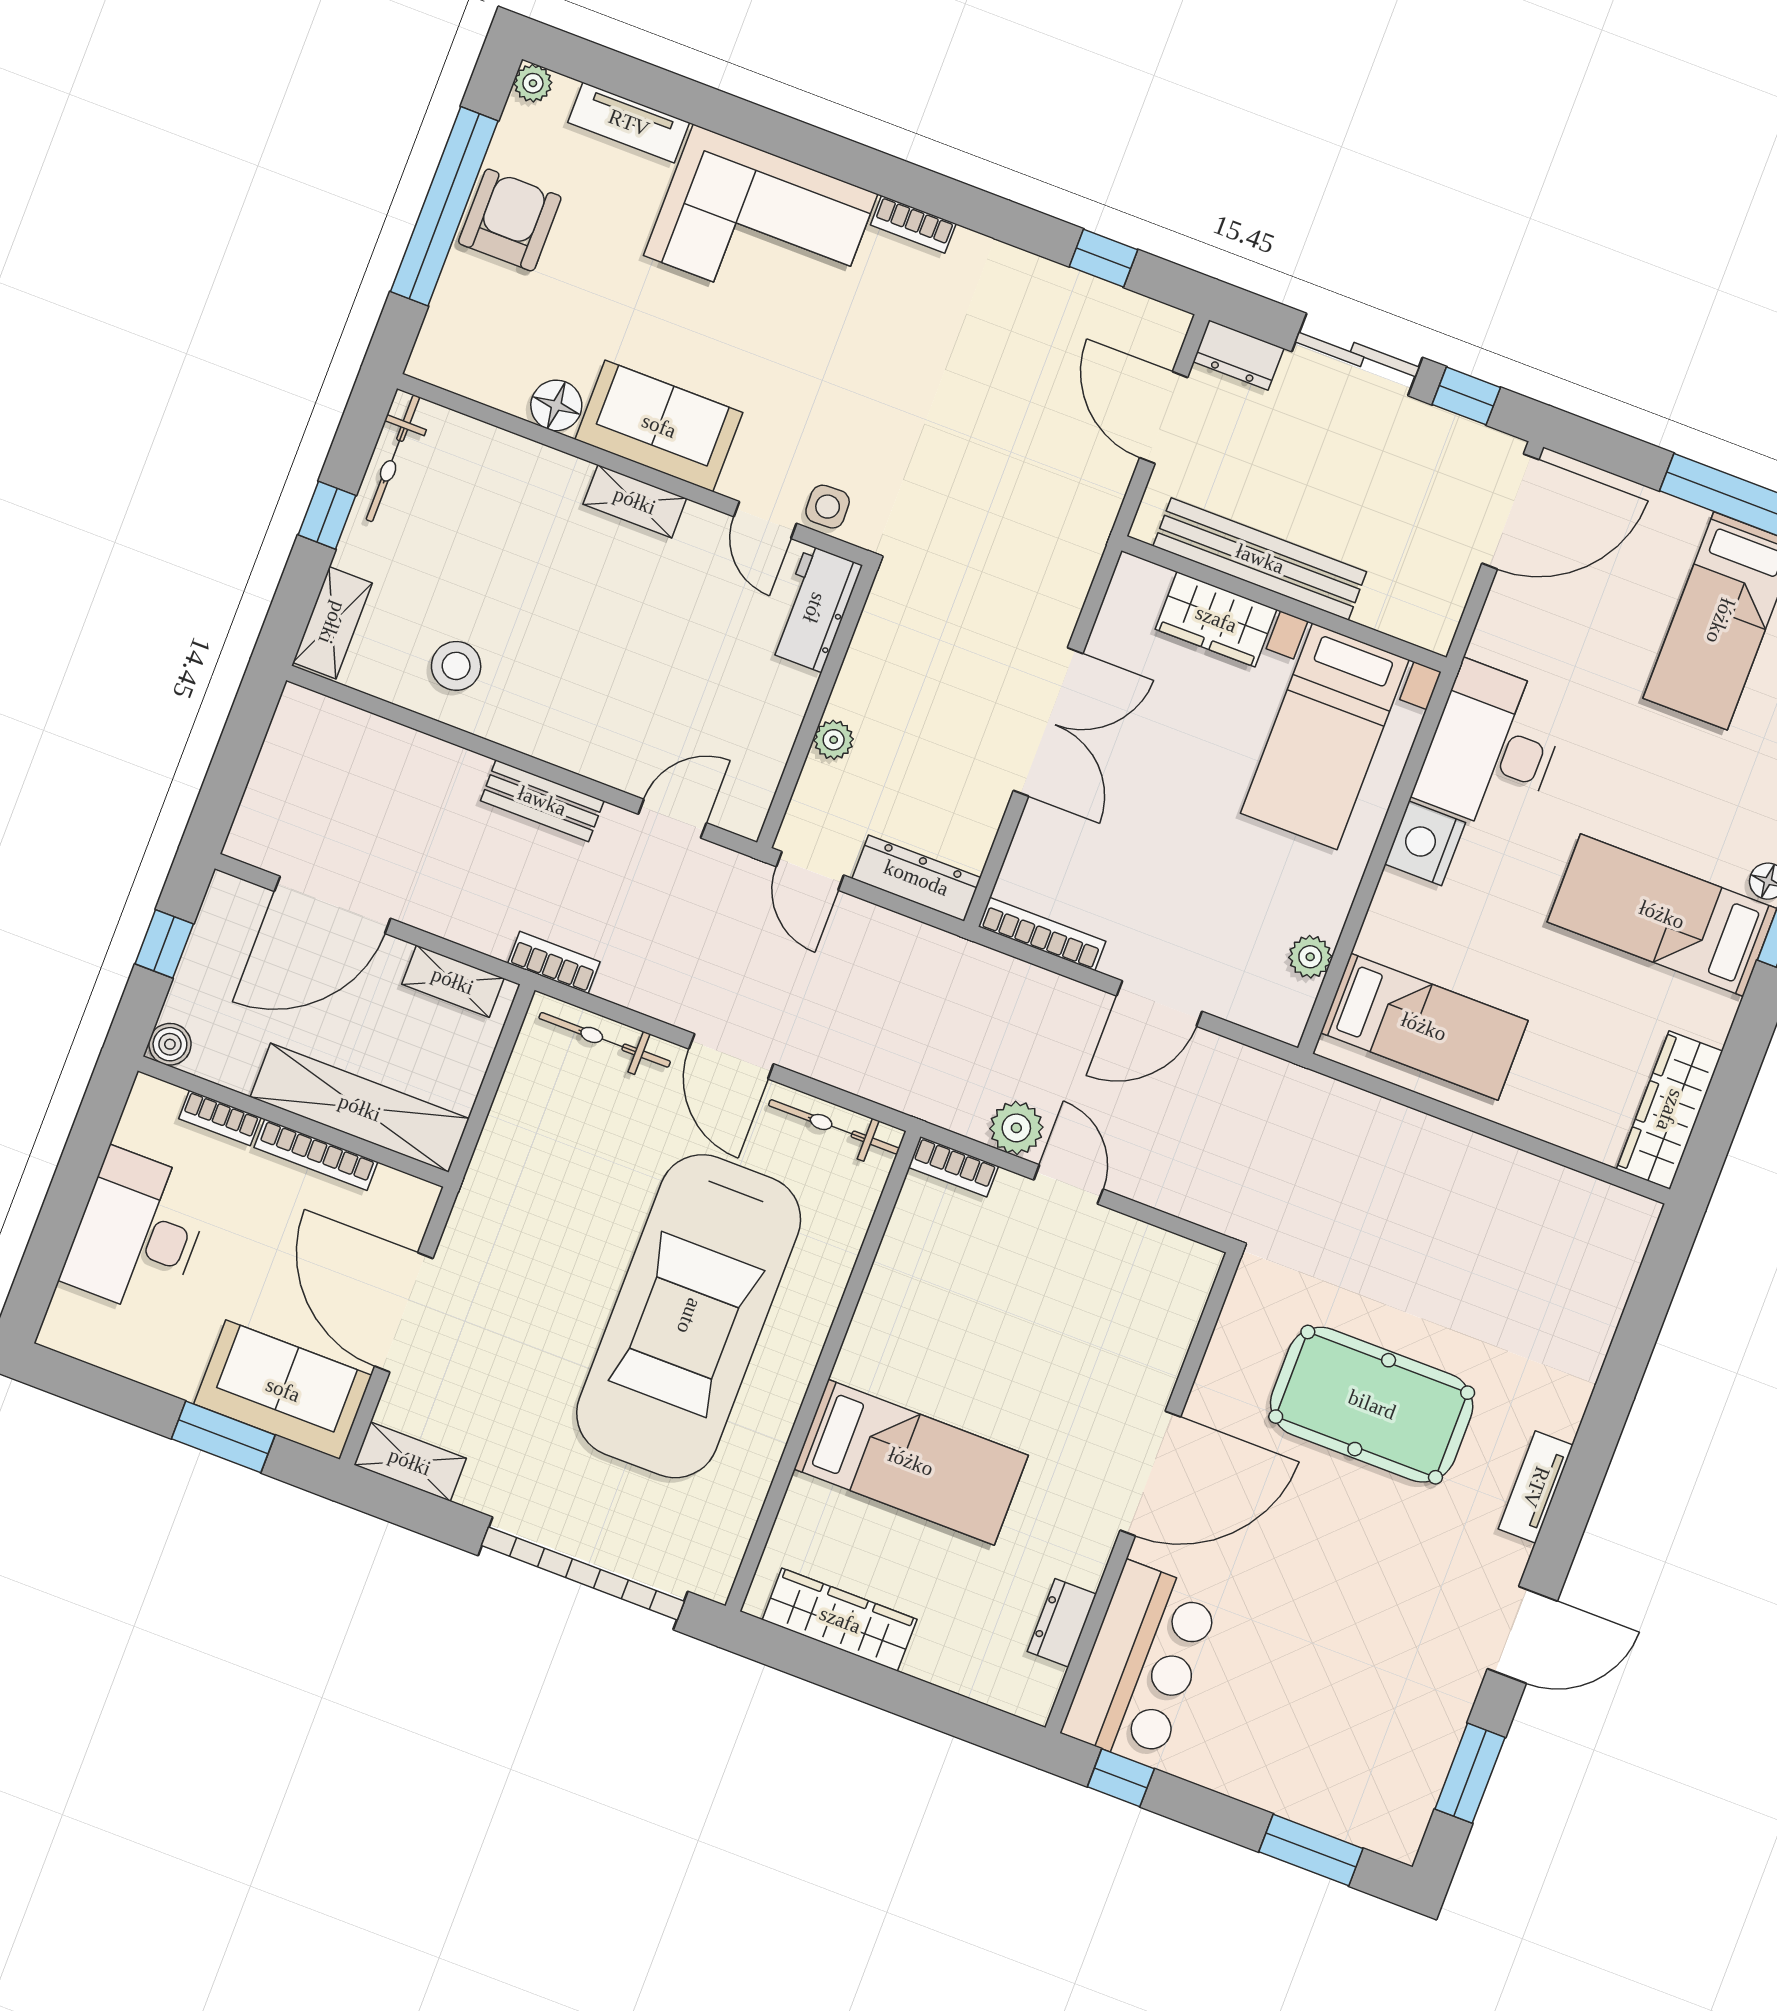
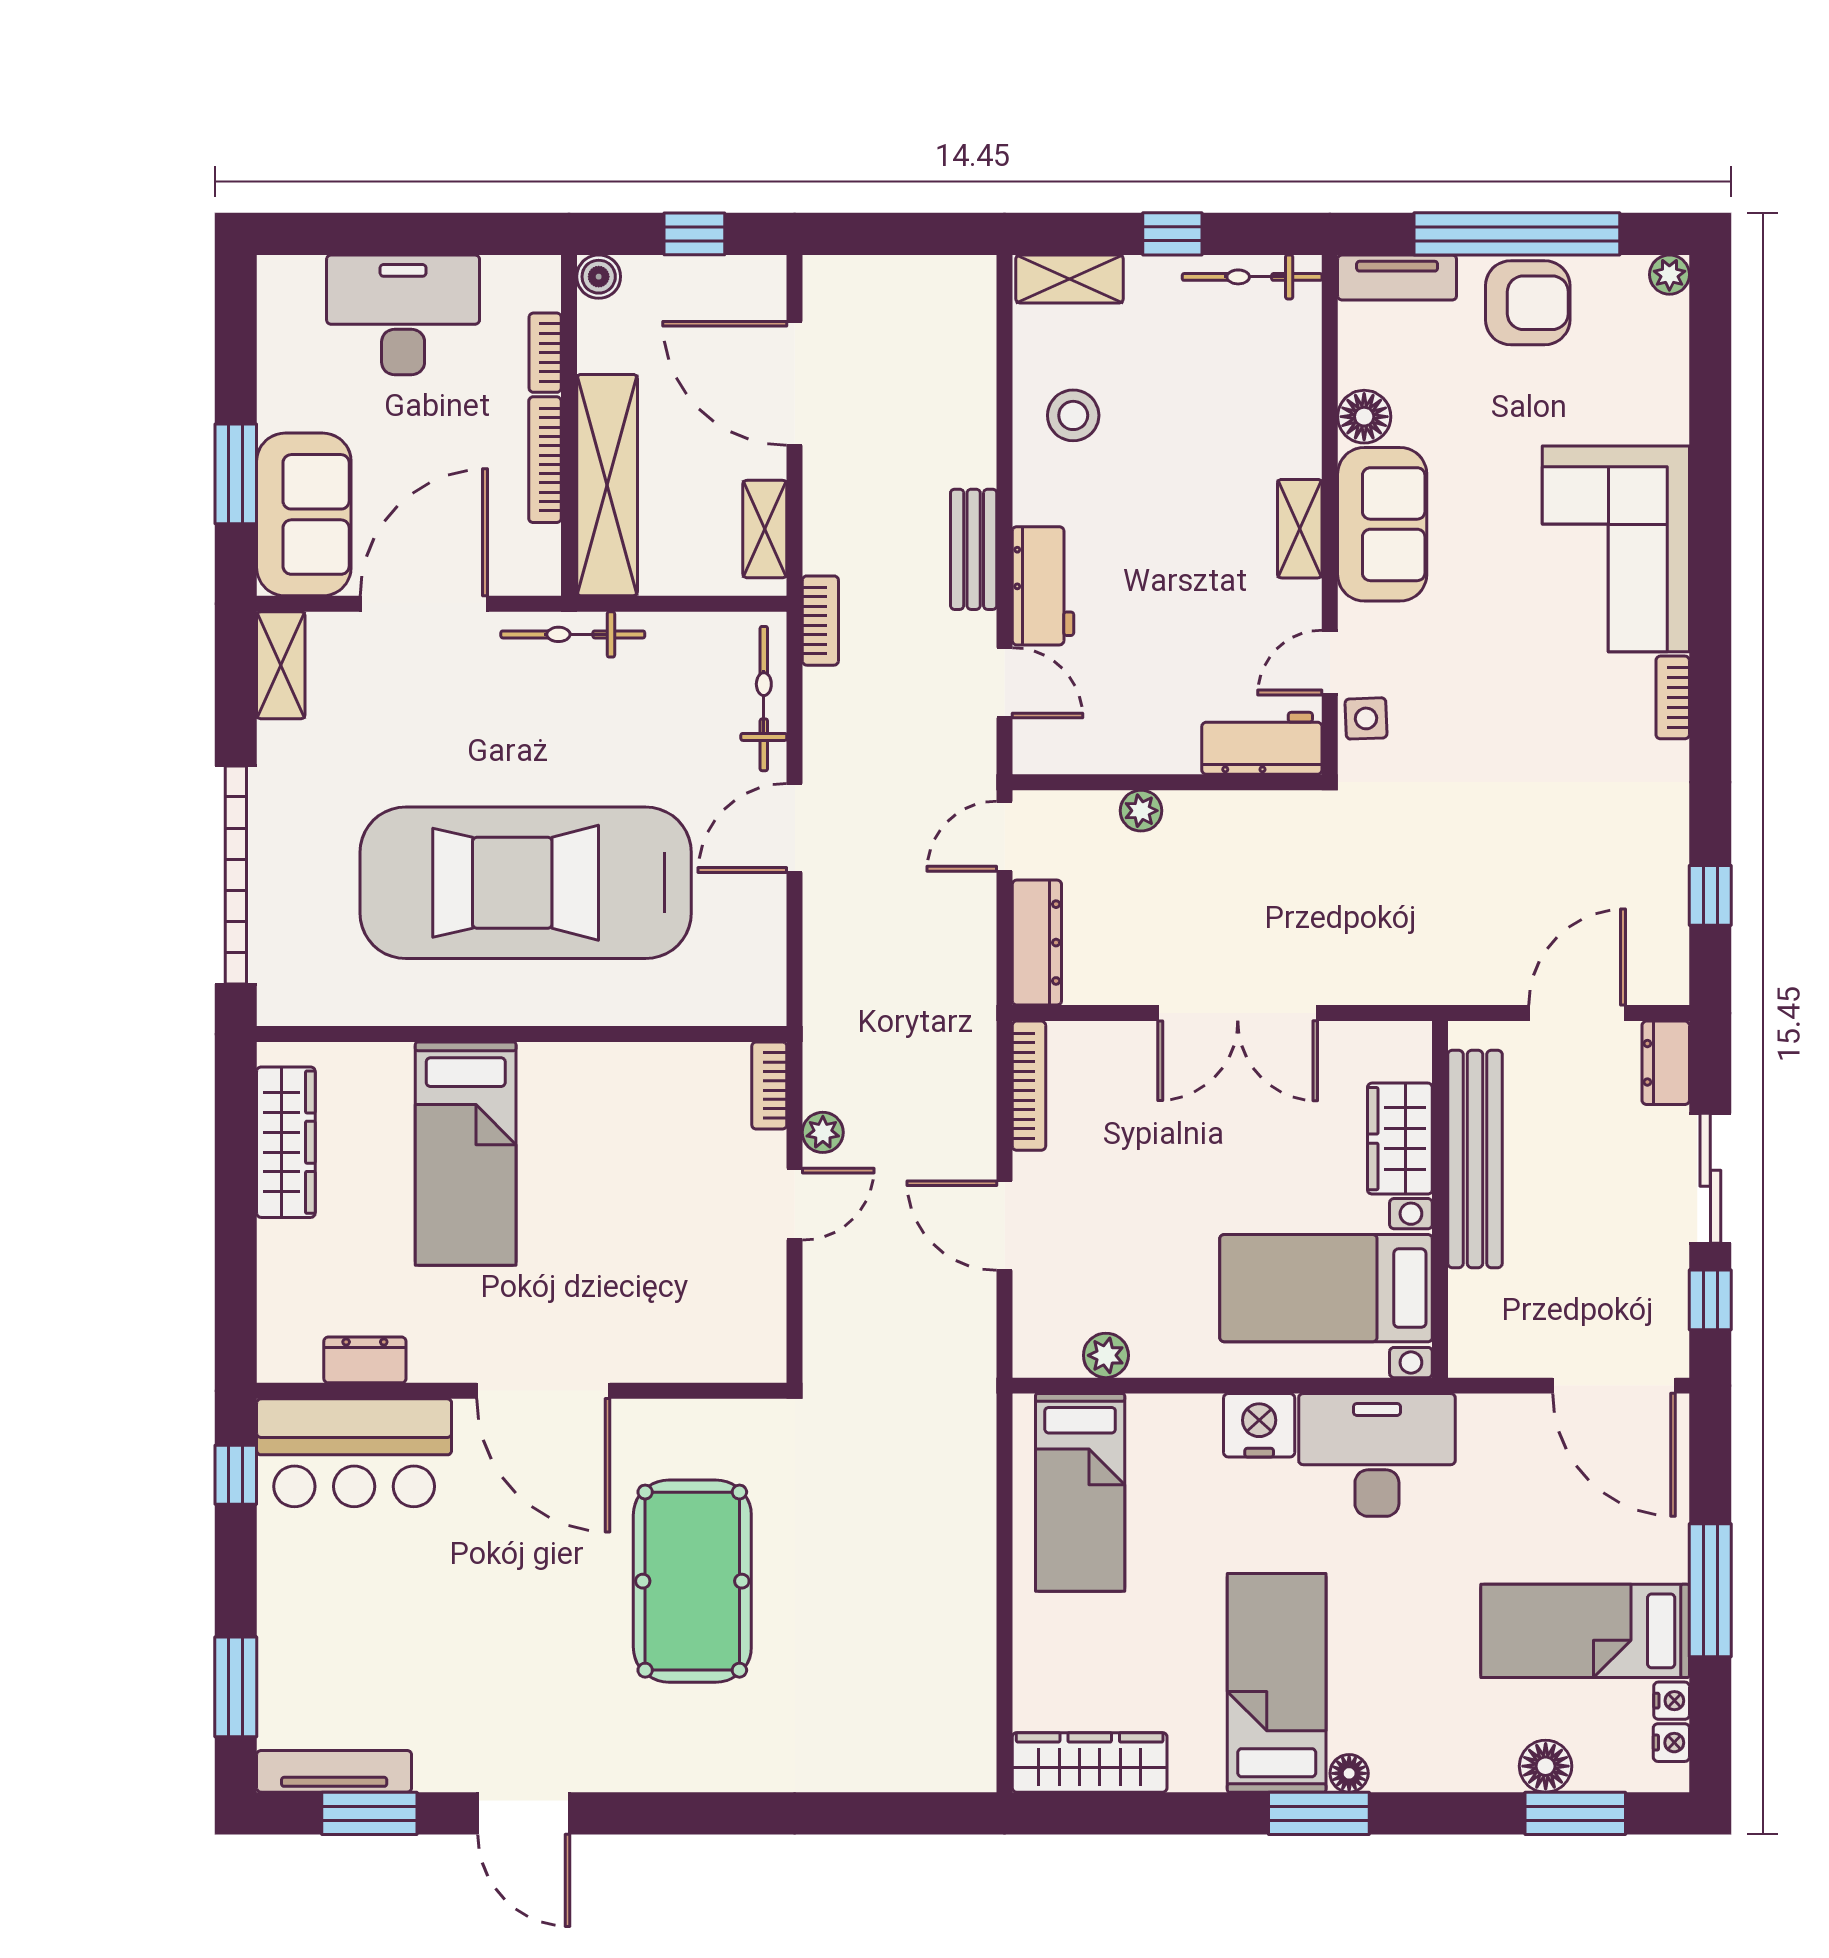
tv unit: (629, 123) -> (1397, 277), moved, turned -90
workbench: (599, 751) -> (1043, 586), added
bicycle: (834, 1127) -> (573, 634), moved, turned -90
plant: (1016, 1128) -> (823, 1132), width x0.73, depth x0.73
tv unit: (1536, 1487) -> (334, 1771), moved, width x1.41

